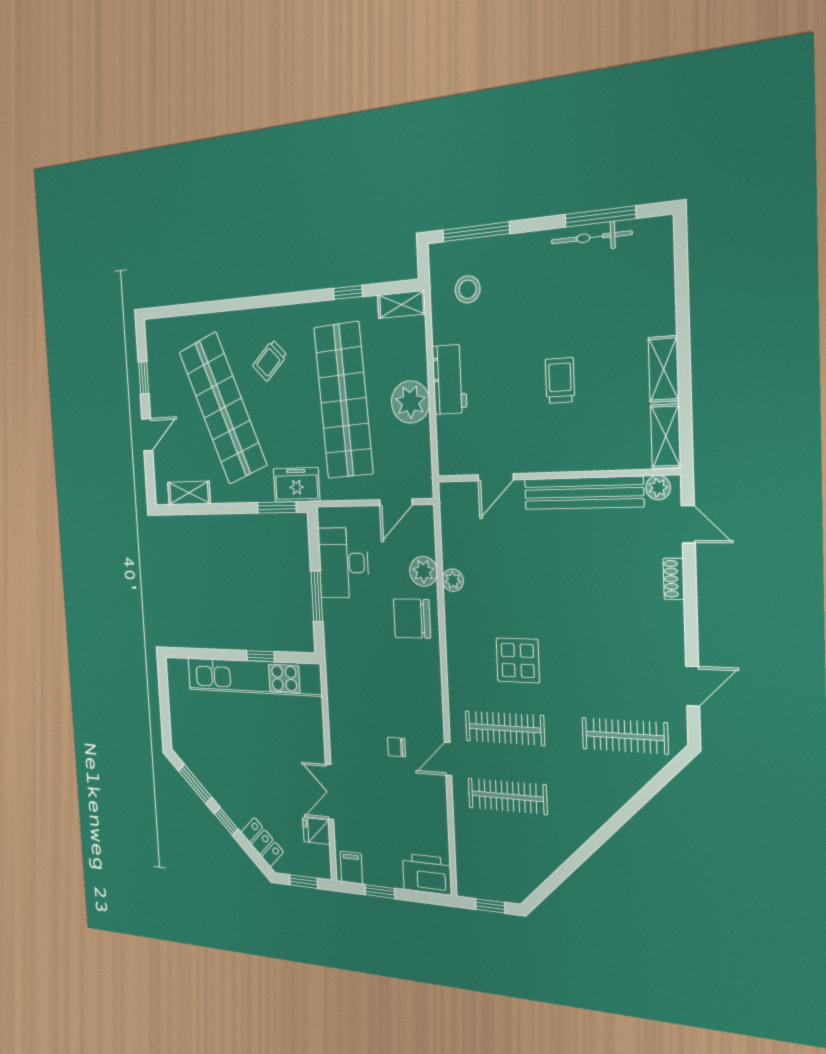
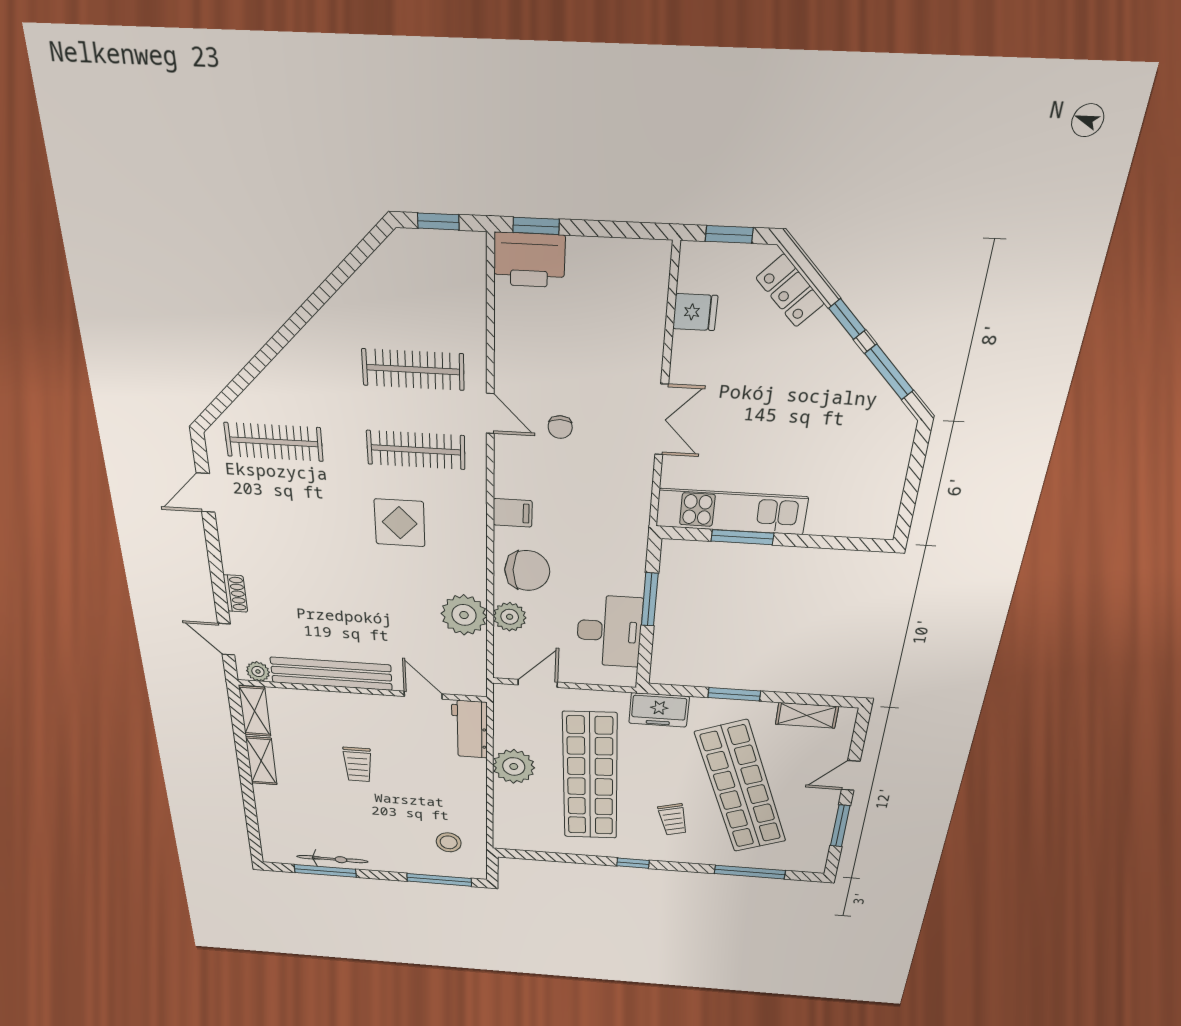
window: (348, 292) -> (633, 863), moved
shelving: (401, 304) -> (517, 842), removed
window: (200, 308) -> (750, 872), added
trolley: (270, 361) -> (673, 819), turned 119
window: (144, 378) -> (840, 826), width x1.50
workbench: (450, 379) -> (470, 729), moved
door: (496, 477) -> (423, 695), hinge flipped
window: (277, 507) -> (734, 694), moved
plant: (453, 580) -> (464, 615), width x1.88, depth x1.88
window: (261, 656) -> (742, 537), width x1.50
kitchen unit: (253, 677) -> (731, 512), width x0.73
chair: (396, 747) -> (560, 427), turned 90
door: (448, 759) -> (490, 413), hinge flipped
double door: (329, 792) -> (662, 420), moved
filing cabinet: (351, 868) -> (513, 513), moved, turned -90
window: (380, 892) -> (536, 226), moved

